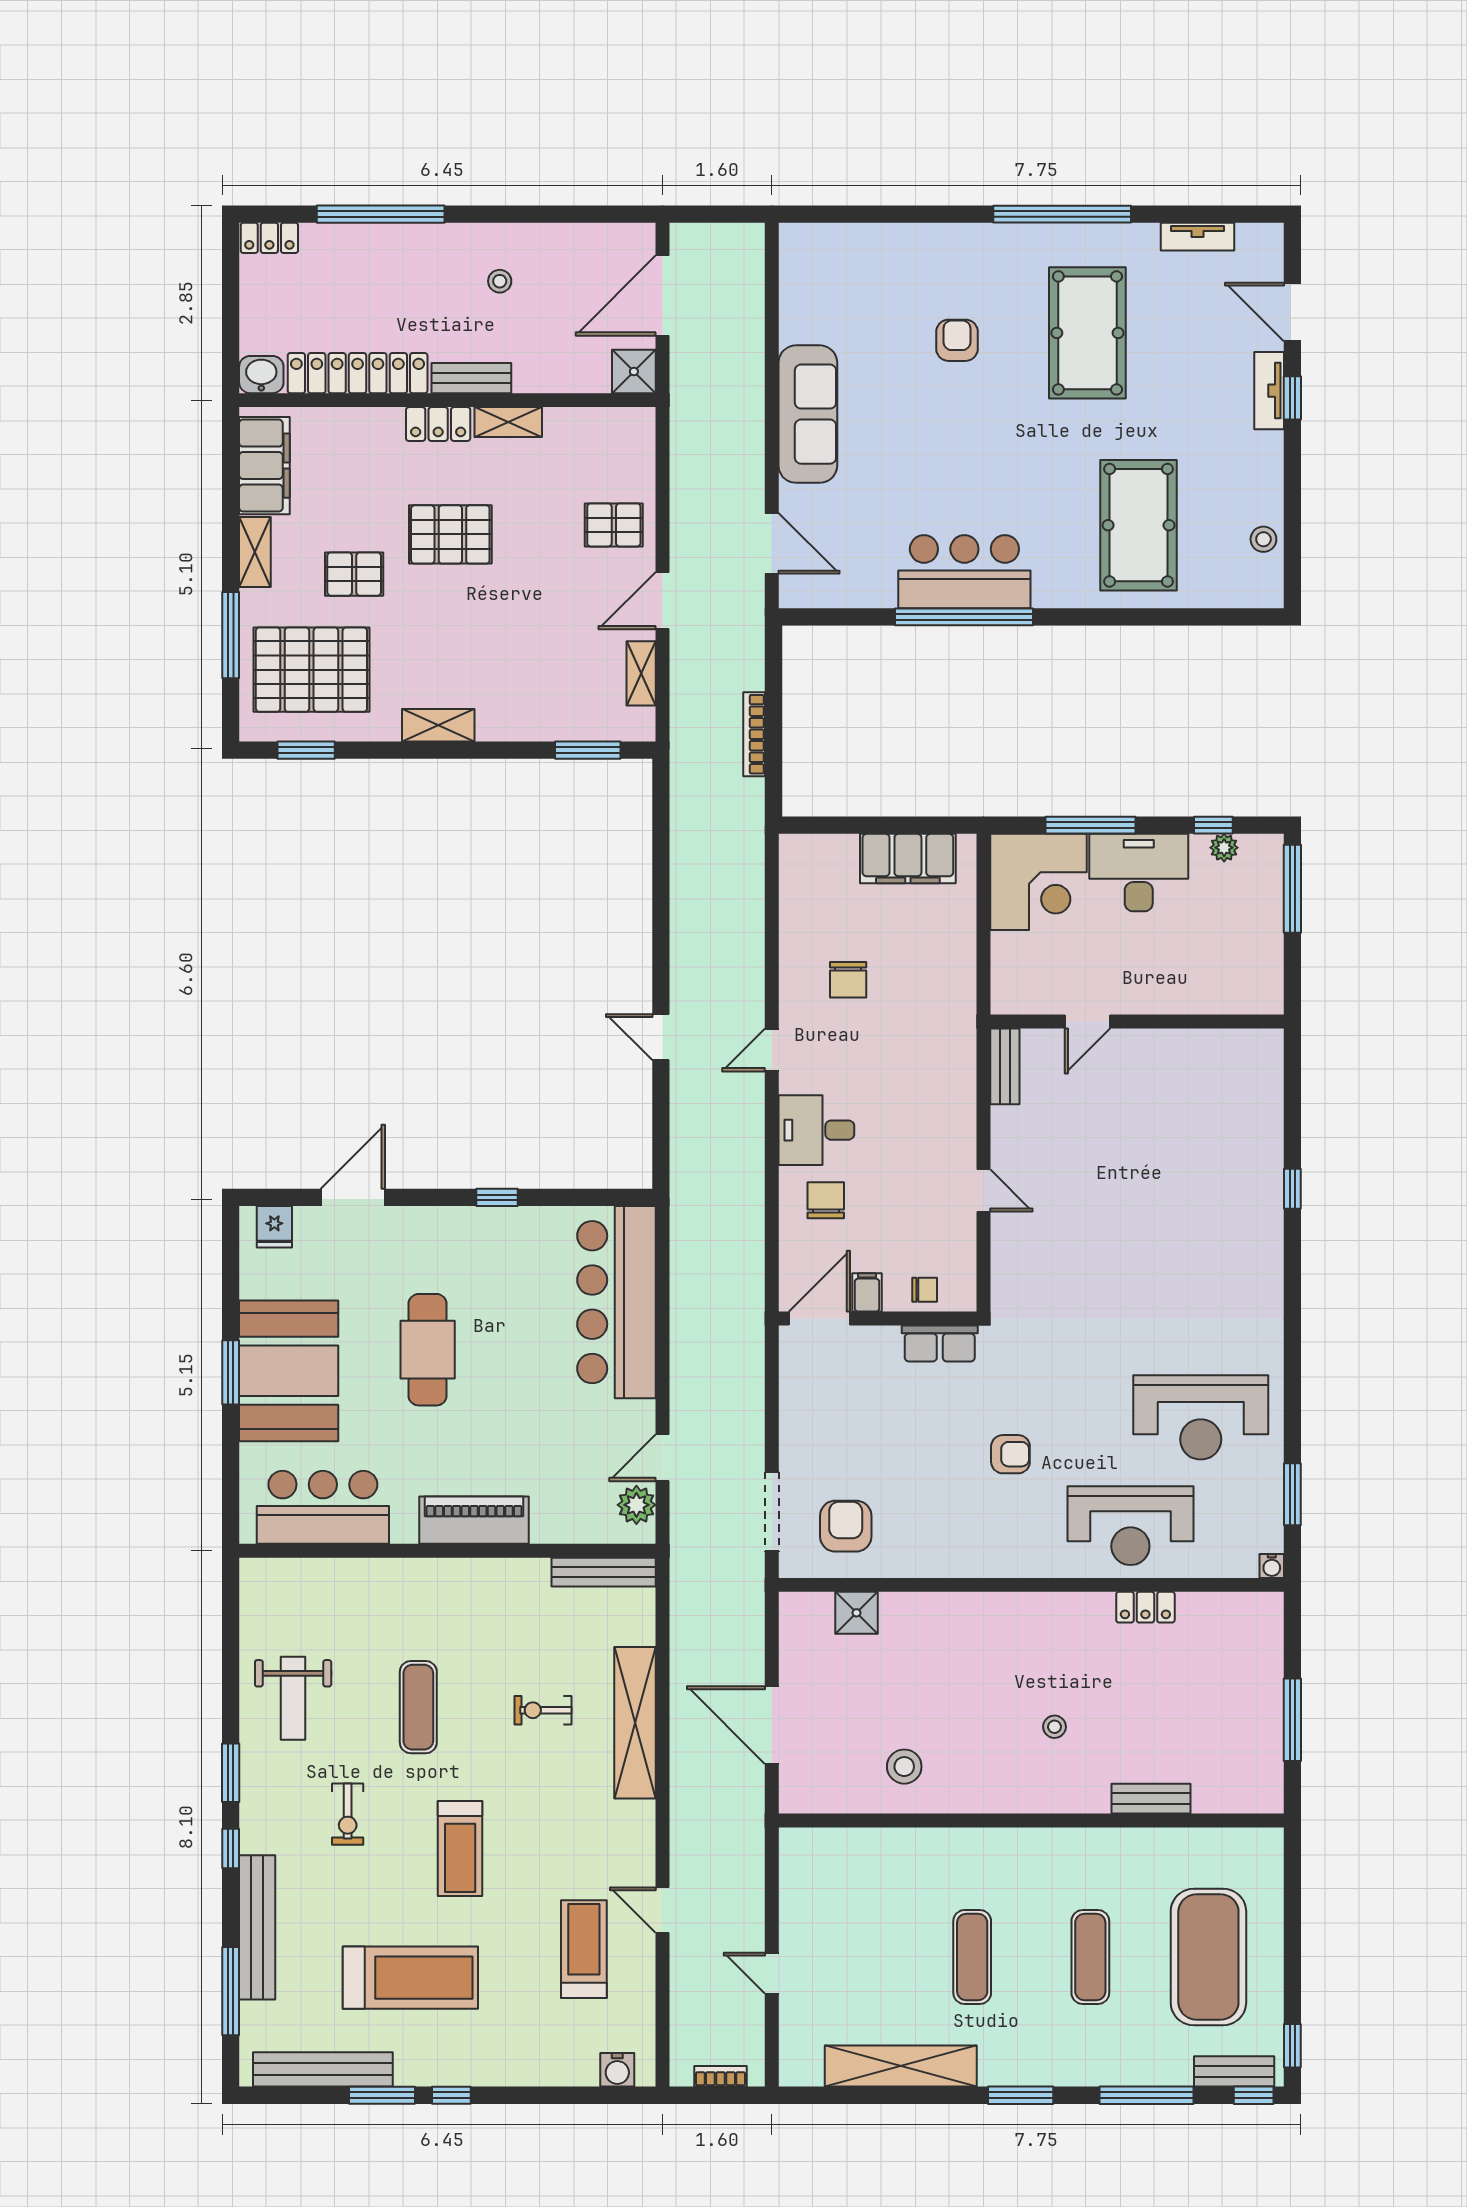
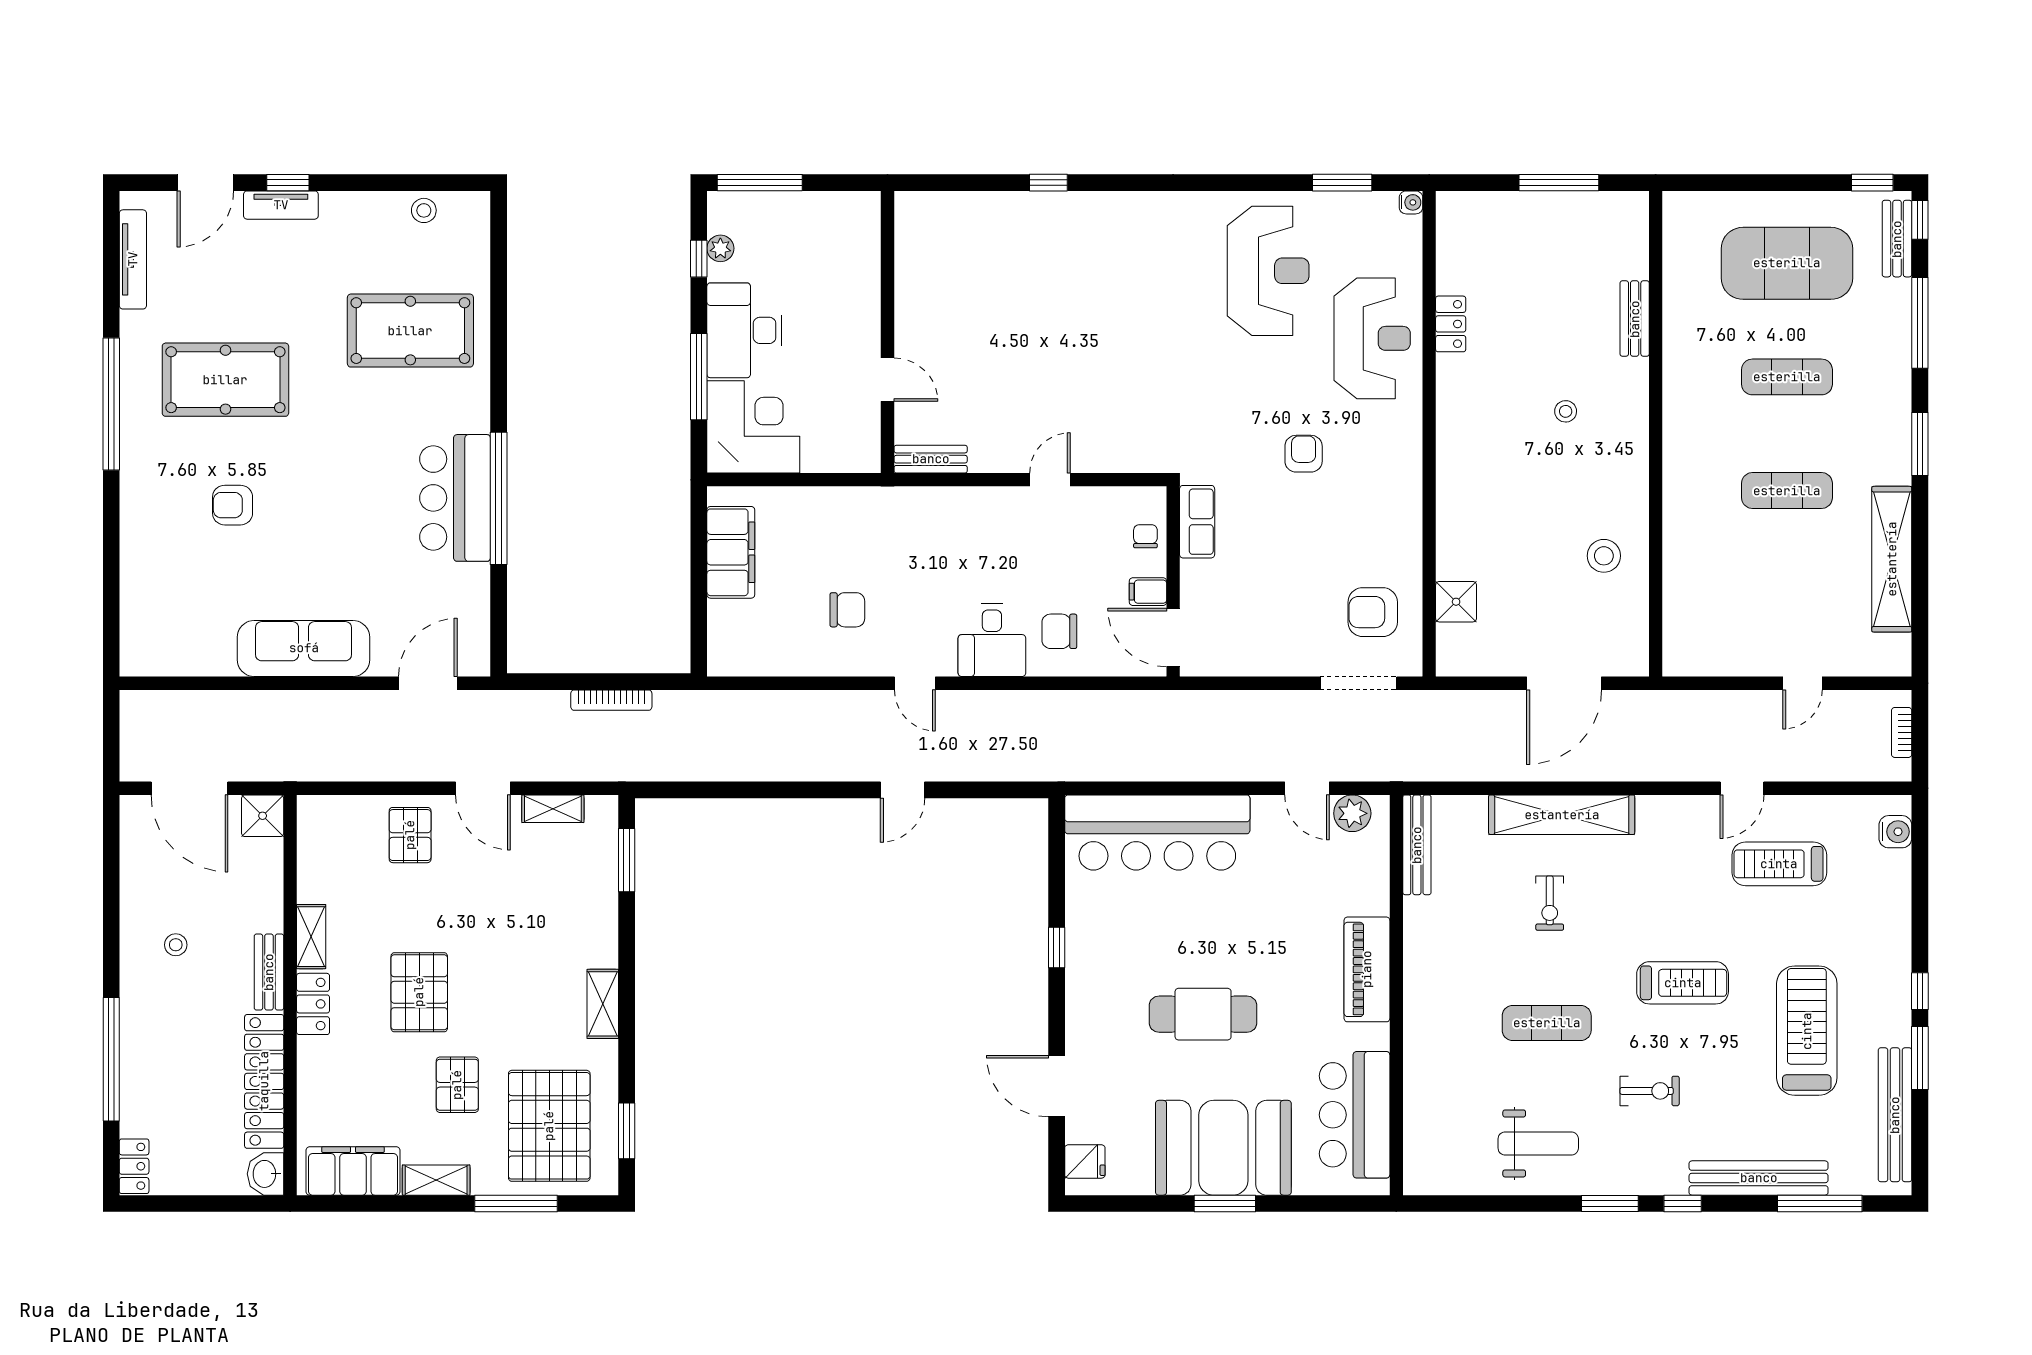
tv unit: (1197, 237) -> (133, 259), width x1.41

